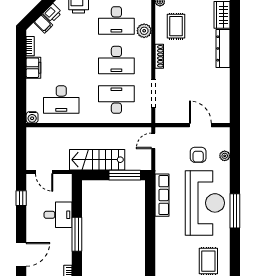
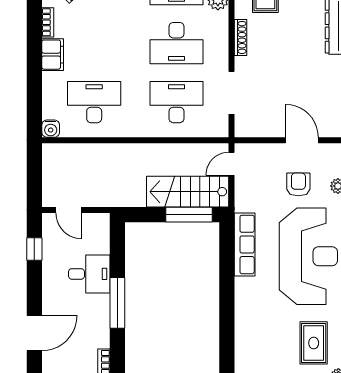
desk: (61, 100) -> (94, 102), turned 180
armchair: (198, 155) -> (298, 184), turned 180
stairs: (97, 160) -> (188, 192), moved

